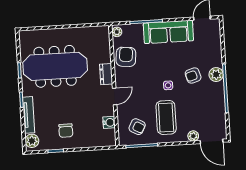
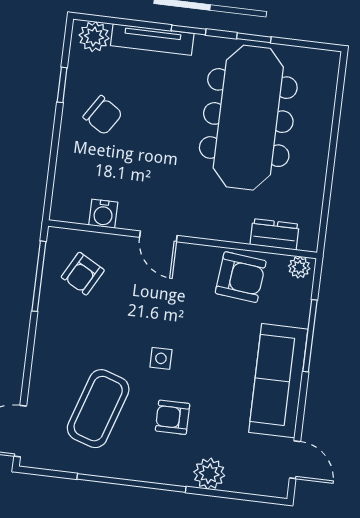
dresser: (106, 74) -> (275, 234), moved
armchair: (193, 75) -> (173, 417), turned -74
plant: (216, 75) -> (209, 474), moved
coffee table: (166, 117) -> (98, 409), moved, turned -72
chair: (66, 131) -> (103, 115), turned -147
plant: (193, 136) -> (39, 393), removed

